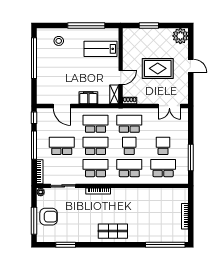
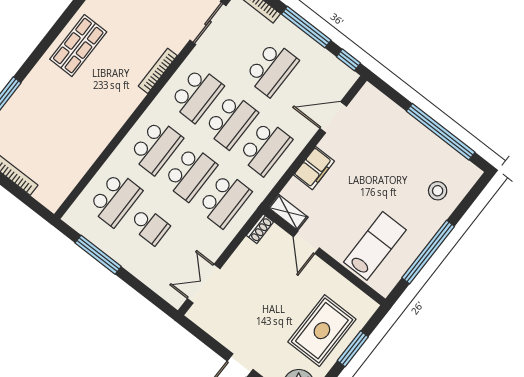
rug: (158, 68) -> (322, 331), moved
school desk: (129, 146) -> (190, 173), width x1.85

